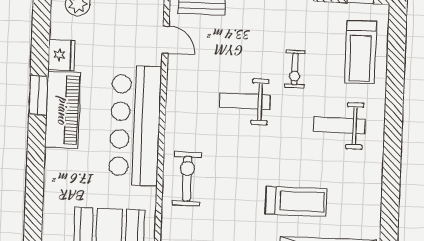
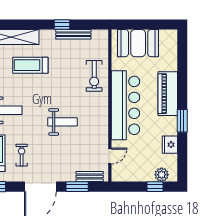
door: (166, 40) -> (110, 156), swing flipped
exercise bike: (295, 69) -> (22, 155), moved
piano: (63, 110) -> (168, 94), moved

